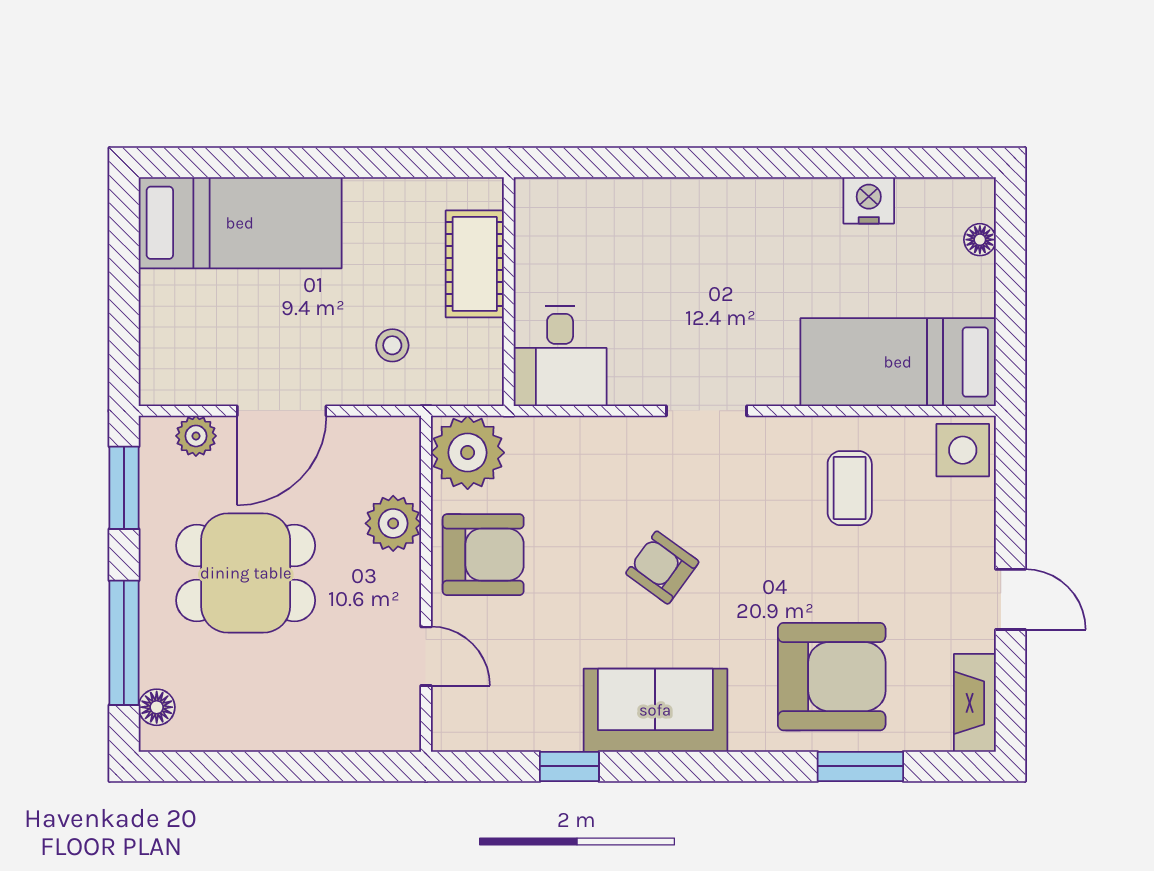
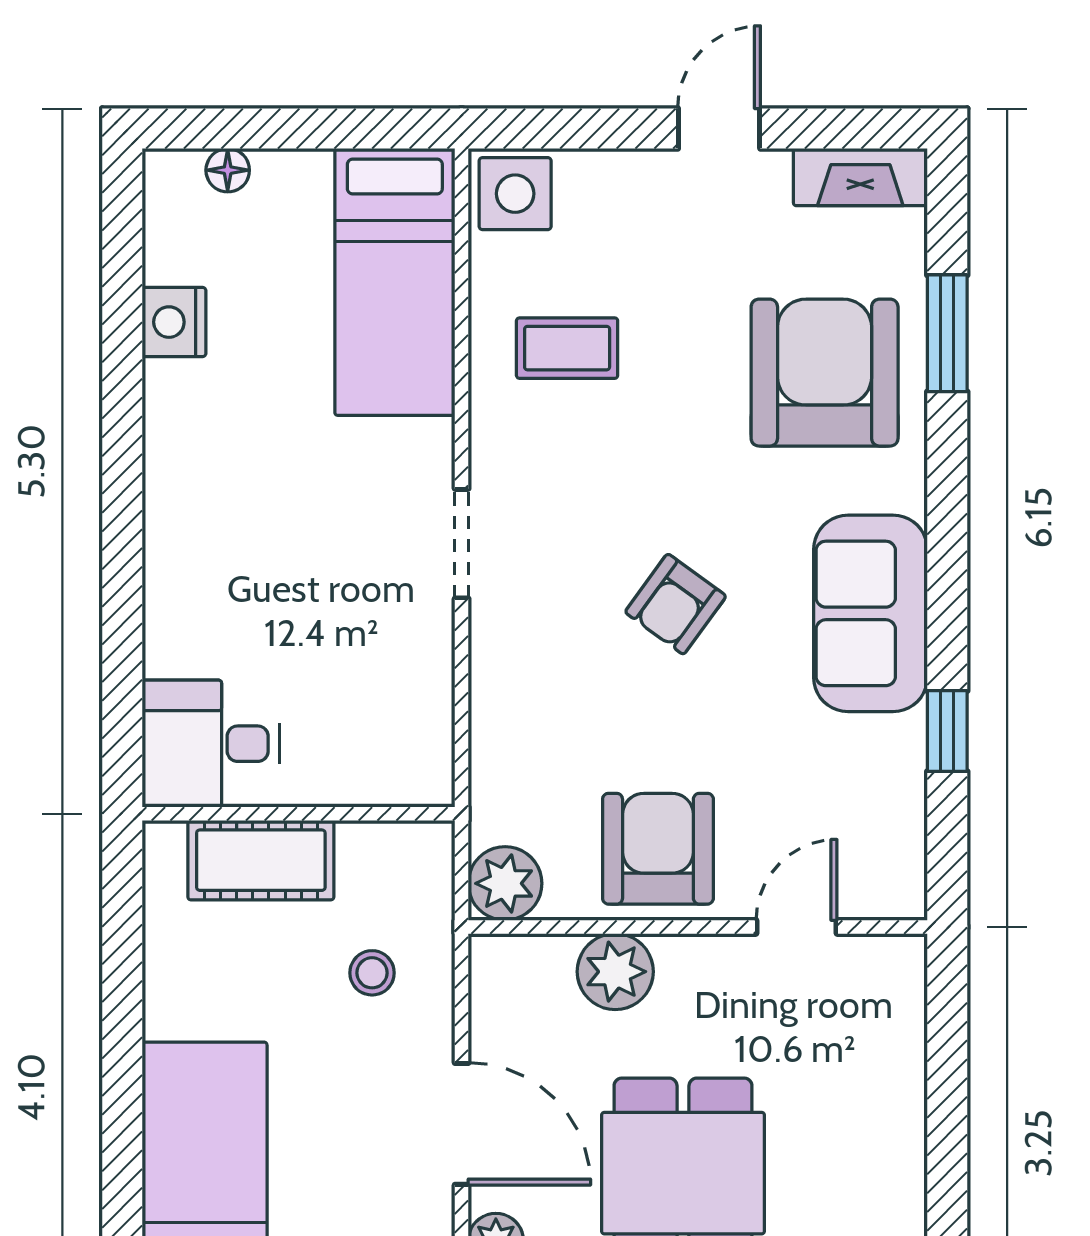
desk: (560, 356) -> (211, 744), moved, turned 180
plant: (468, 453) -> (505, 883), width x0.73, depth x0.73

